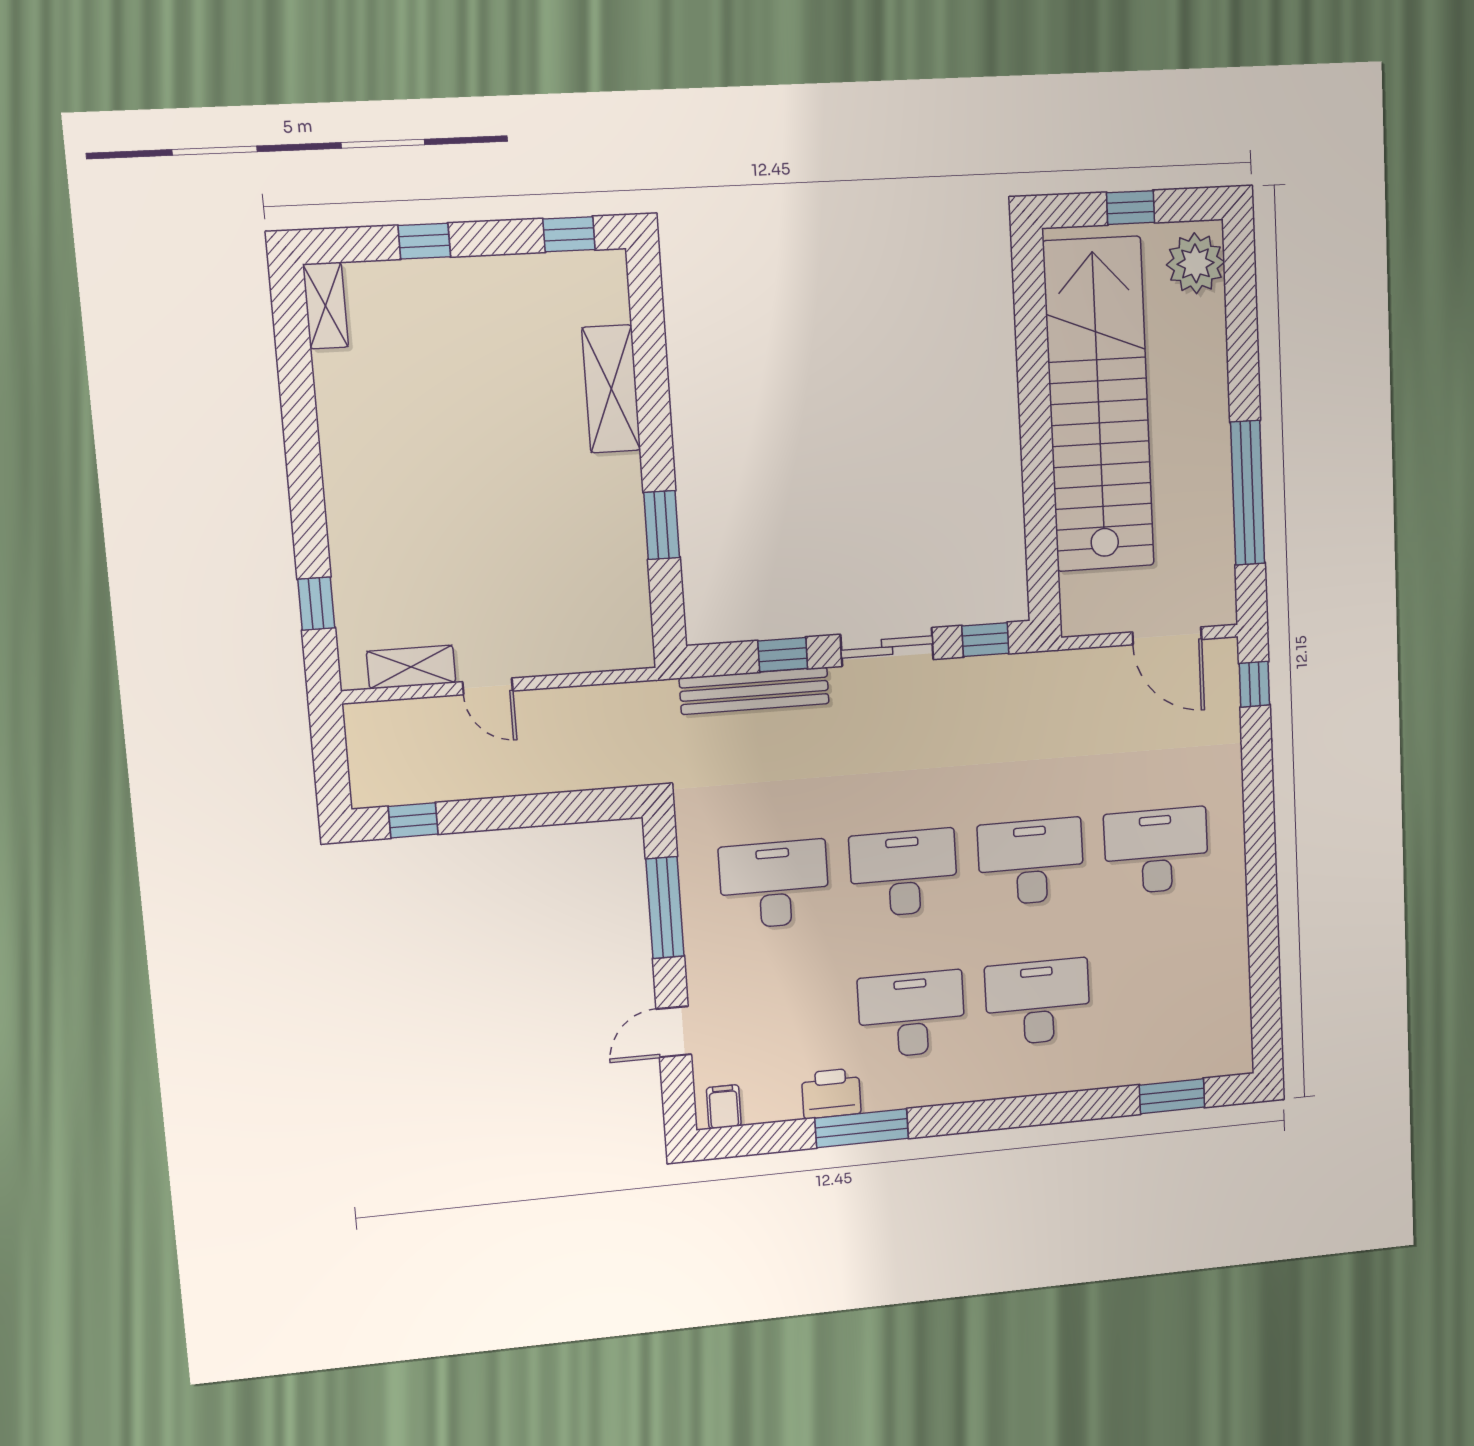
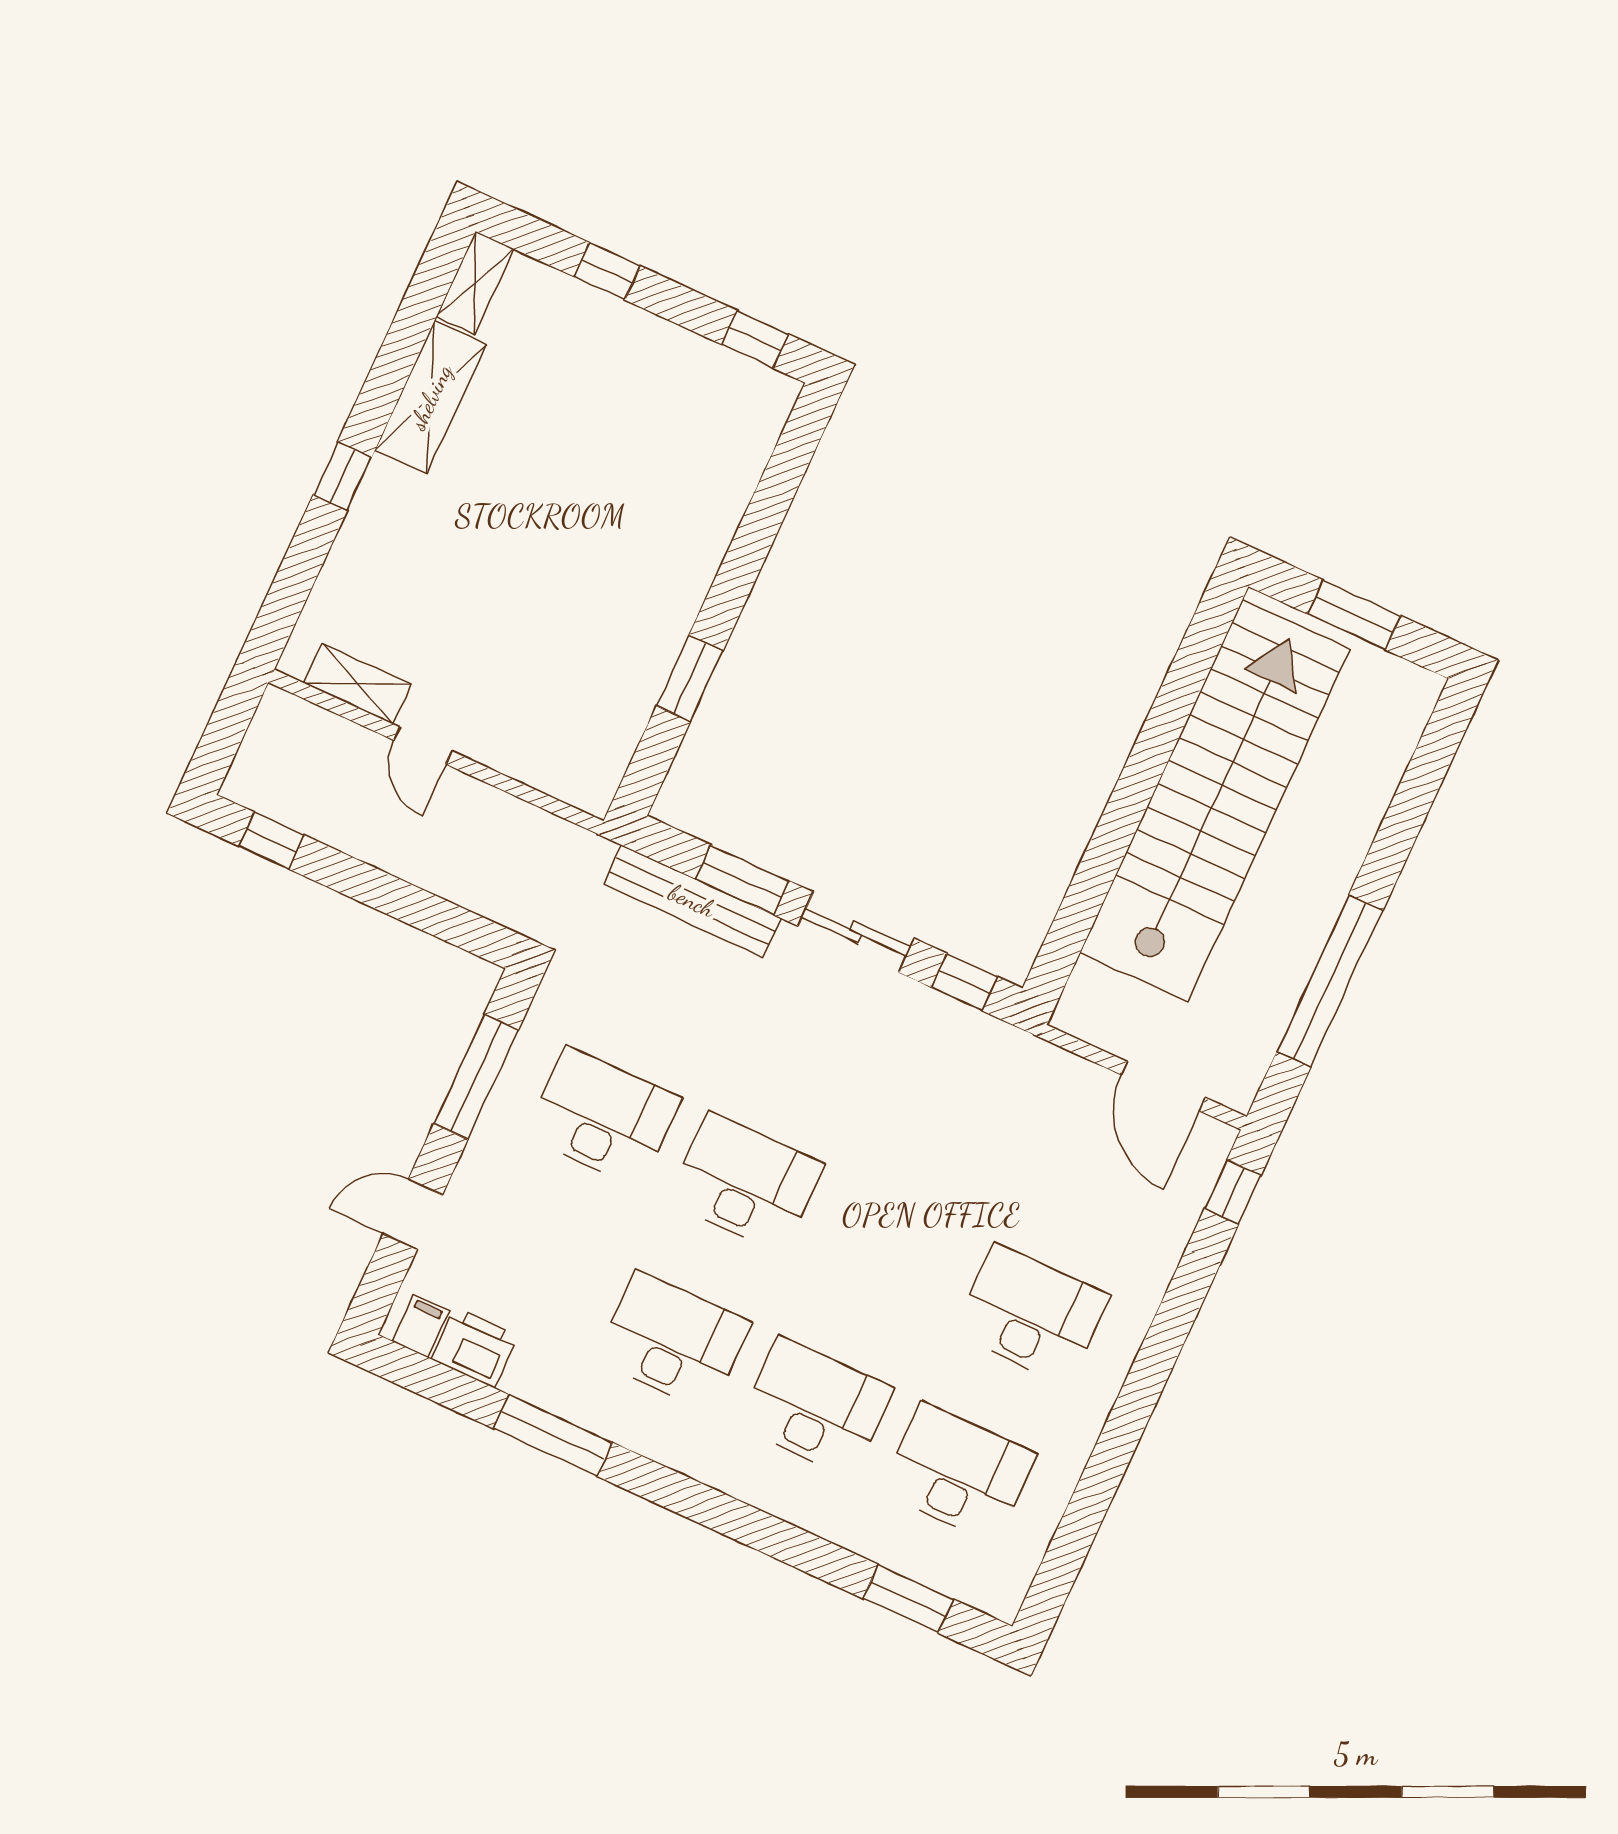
window: (1131, 208) -> (1354, 615), width x1.50
plant: (1196, 263) -> (1395, 709), removed
shelving: (611, 389) -> (431, 397), moved
window: (316, 604) -> (343, 476), moved
window: (783, 655) -> (742, 880), width x1.50
desk: (1031, 862) -> (958, 1473), moved
printer: (831, 1093) -> (475, 1347), moved

